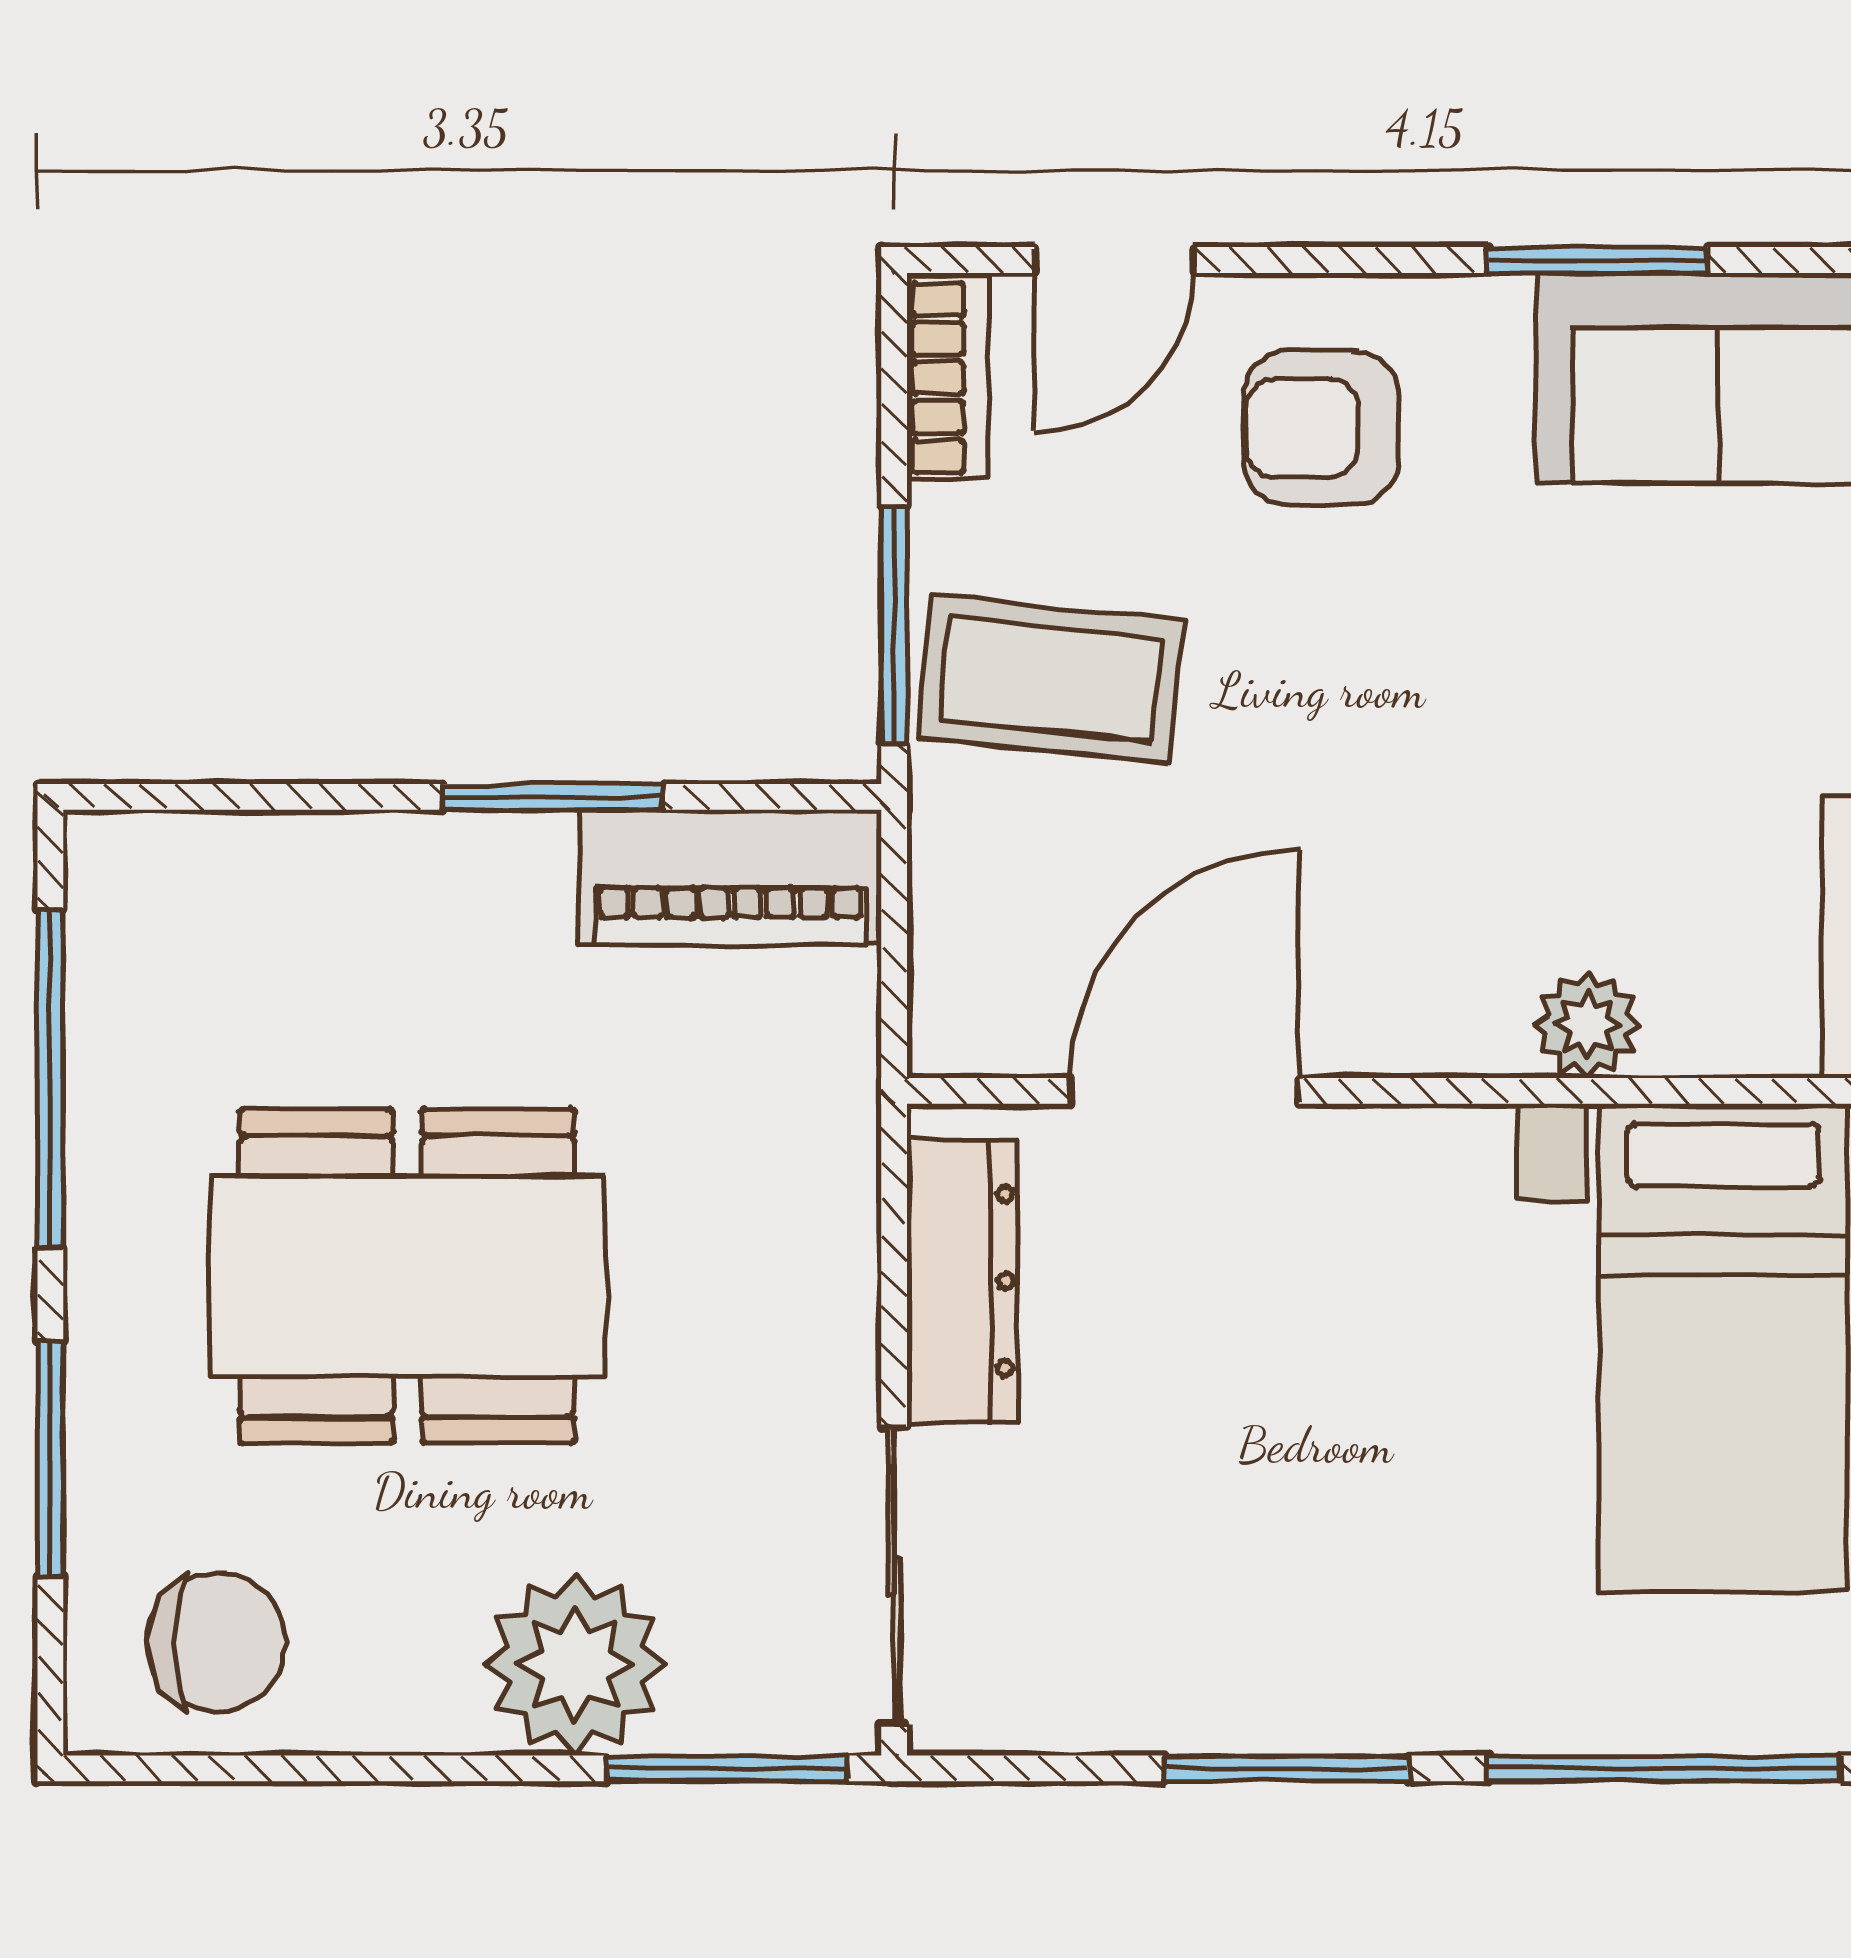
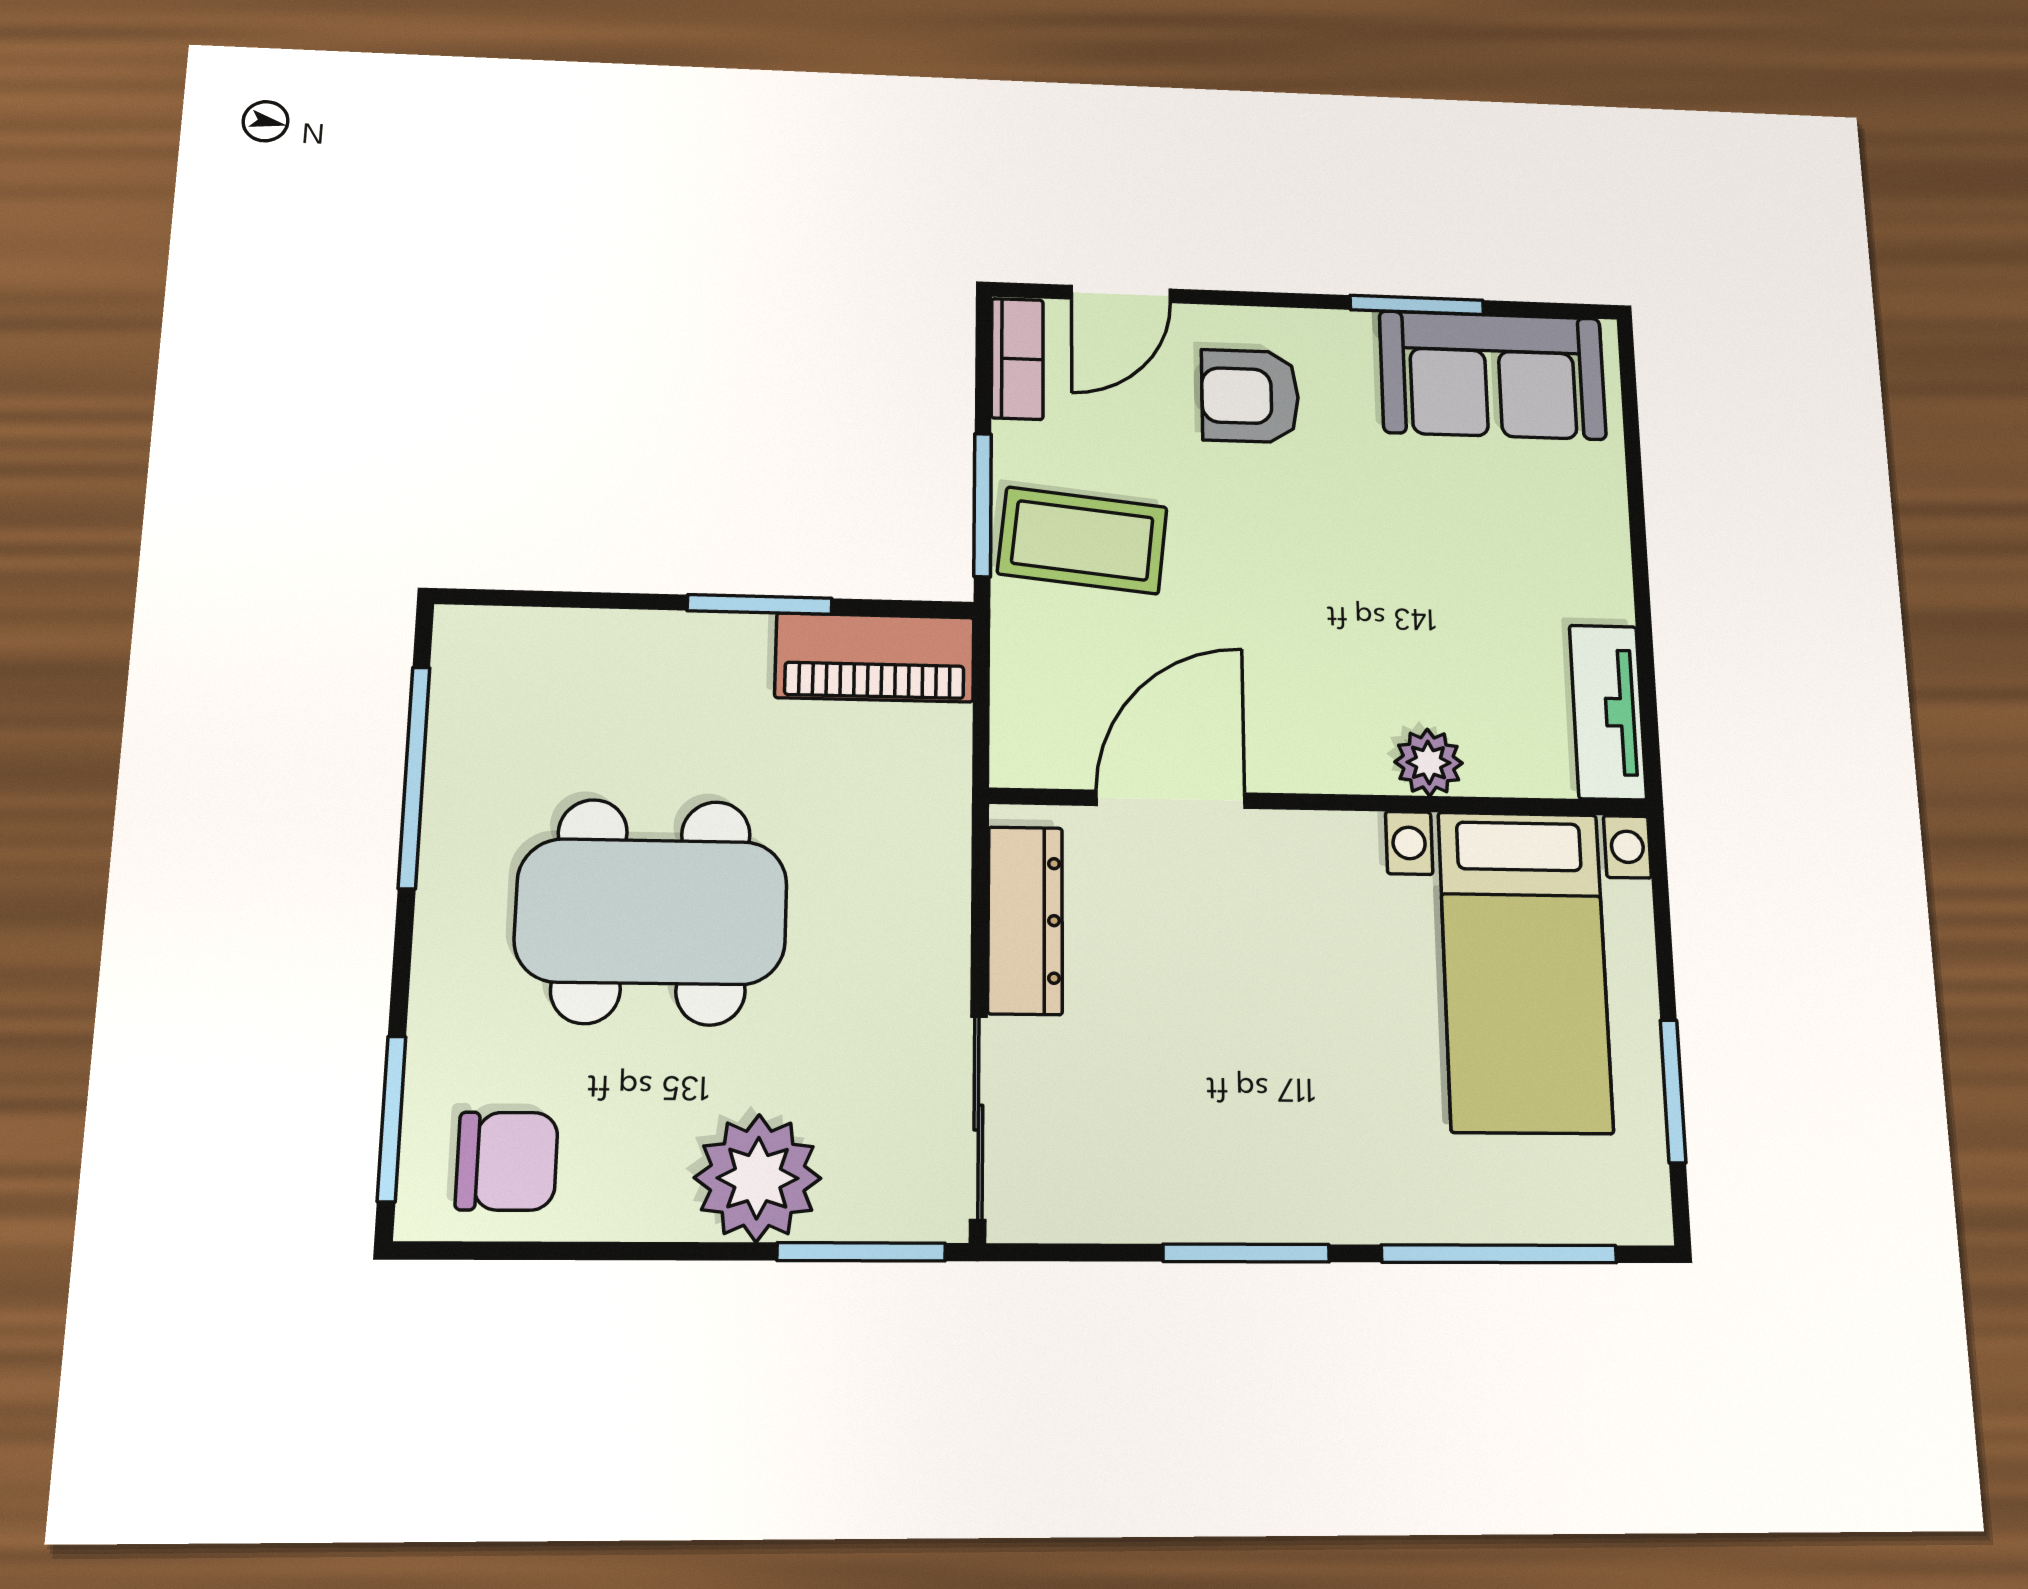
window: (50, 1459) -> (392, 1119), moved

